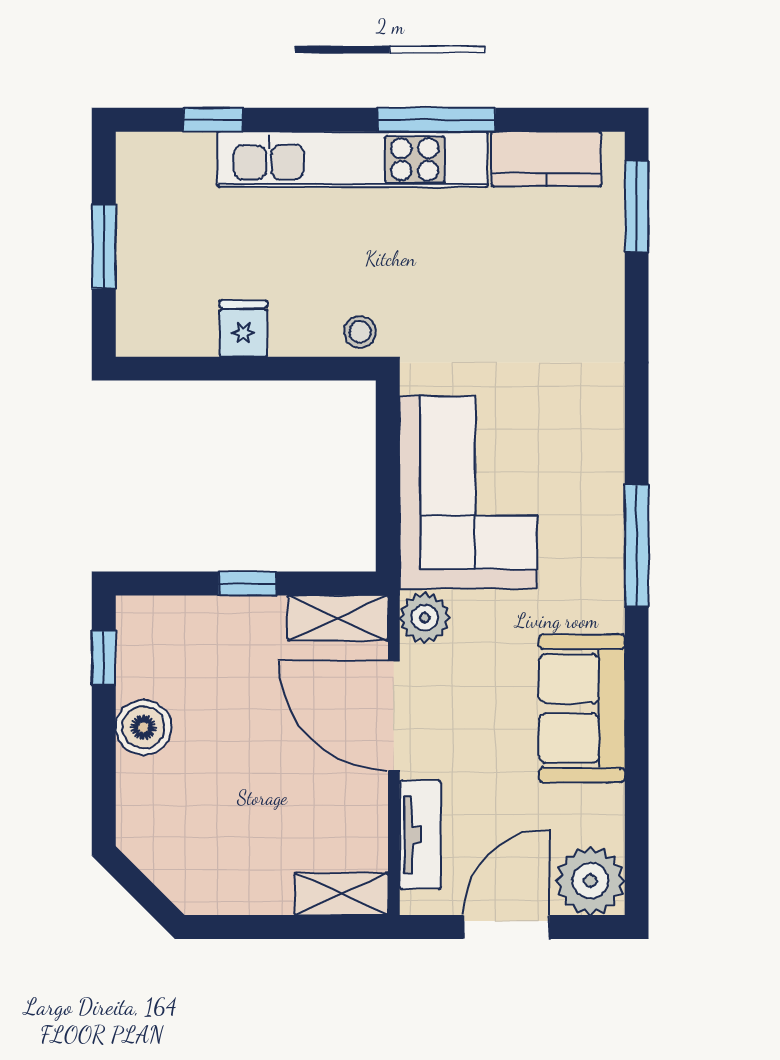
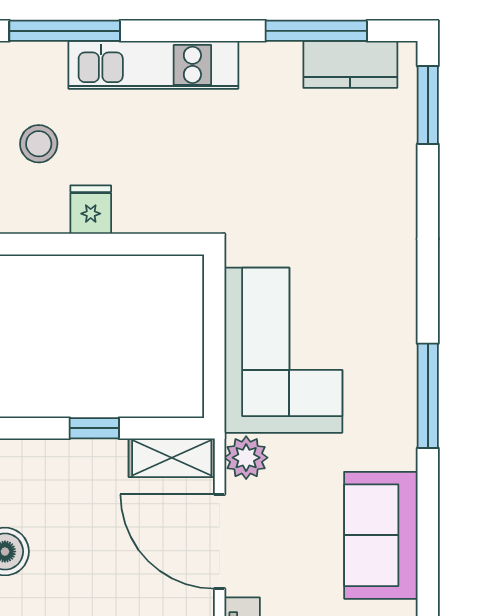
window: (213, 120) -> (65, 31), width x2.17
window: (436, 120) -> (316, 31), moved
kitchen unit: (353, 159) -> (153, 65), width x0.73
stool: (360, 332) -> (39, 144), moved, width x1.37, depth x1.37

